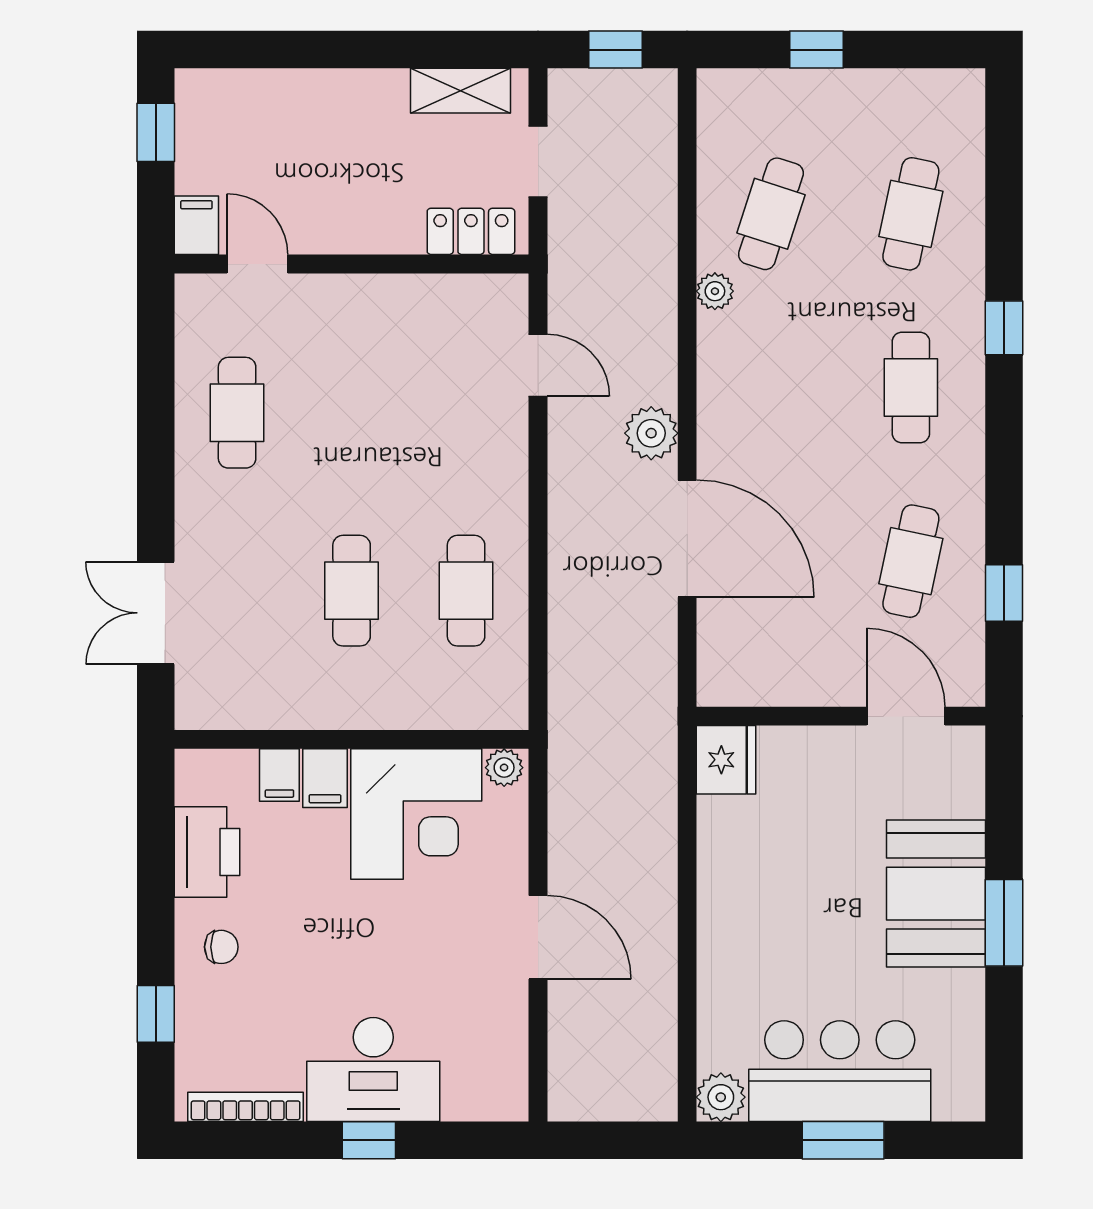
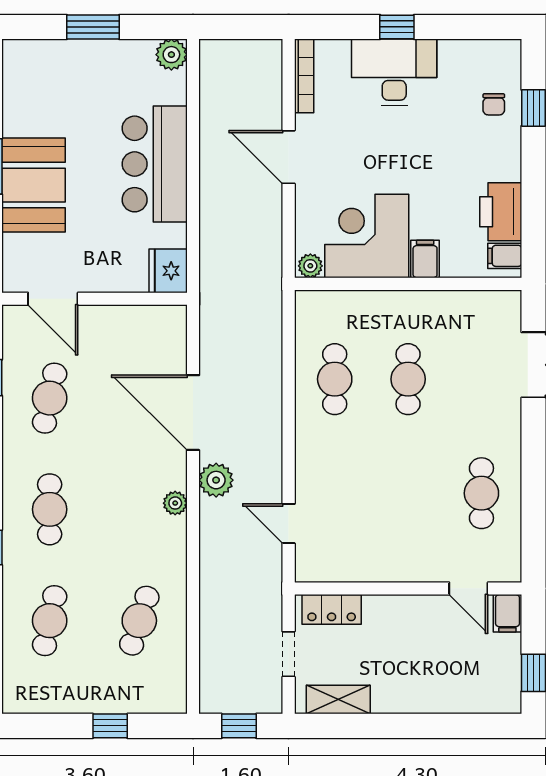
plant: (715, 291) -> (175, 503), moved
filing cabinet: (279, 775) -> (505, 256), moved, turned -90
chair: (221, 947) -> (494, 104), moved, turned -90
bar counter: (840, 1071) -> (155, 164), moved, turned 90
bookcase: (246, 1107) -> (304, 76), moved, turned -90

